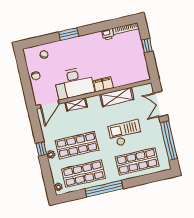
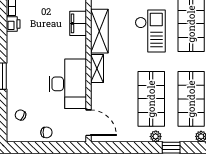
filing cabinet: (103, 84) -> (78, 23), moved
shelving: (76, 105) -> (97, 68), moved
checkout: (125, 133) -> (150, 31), turned 180
window: (41, 149) -> (171, 148), moved

